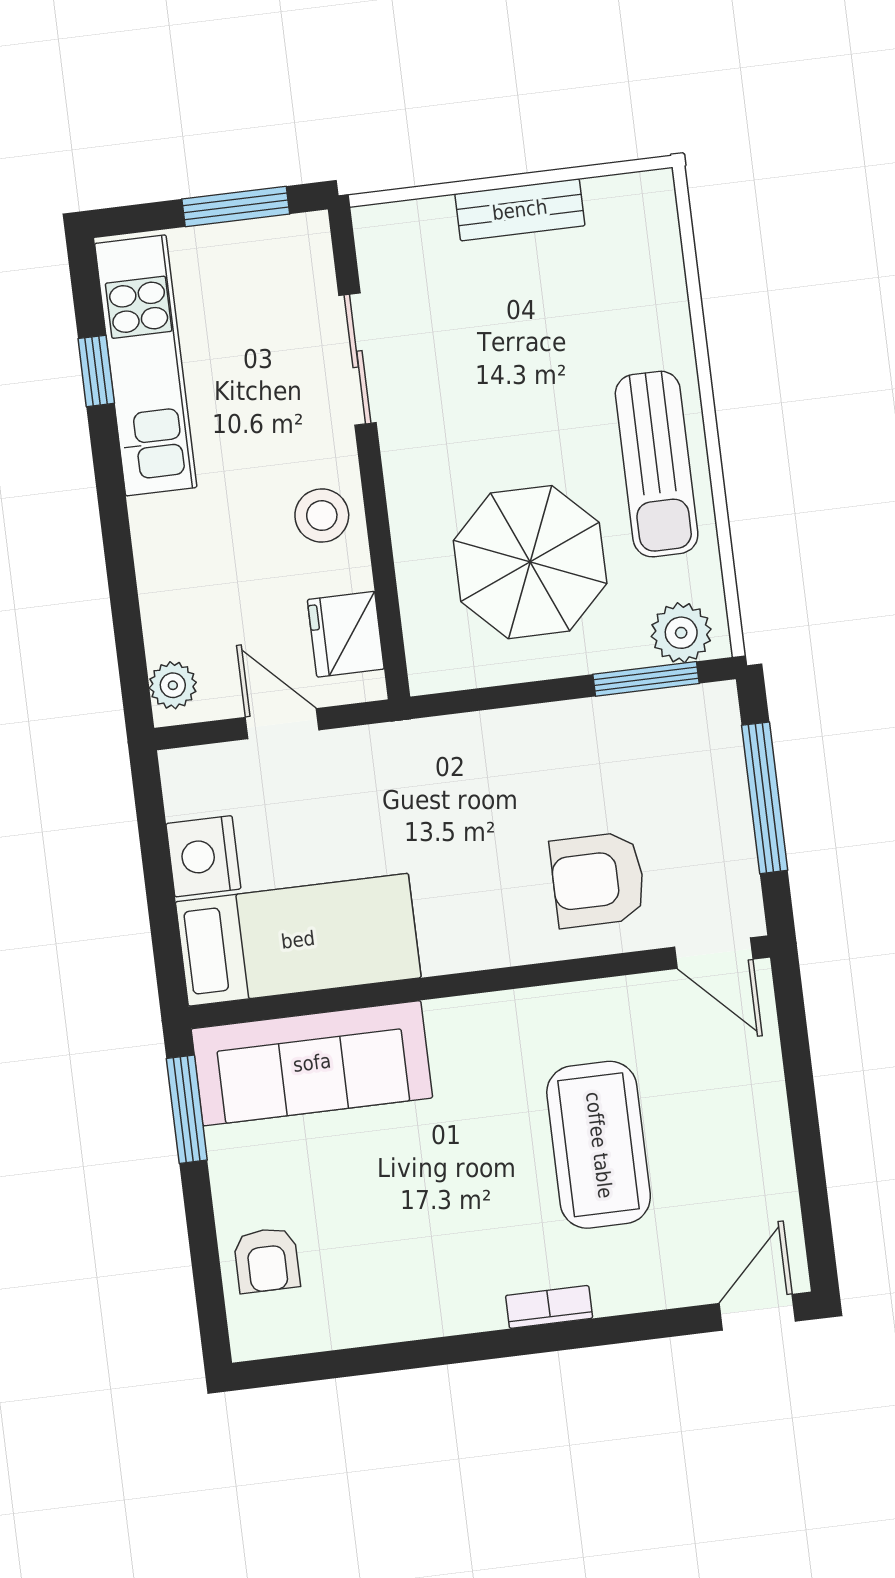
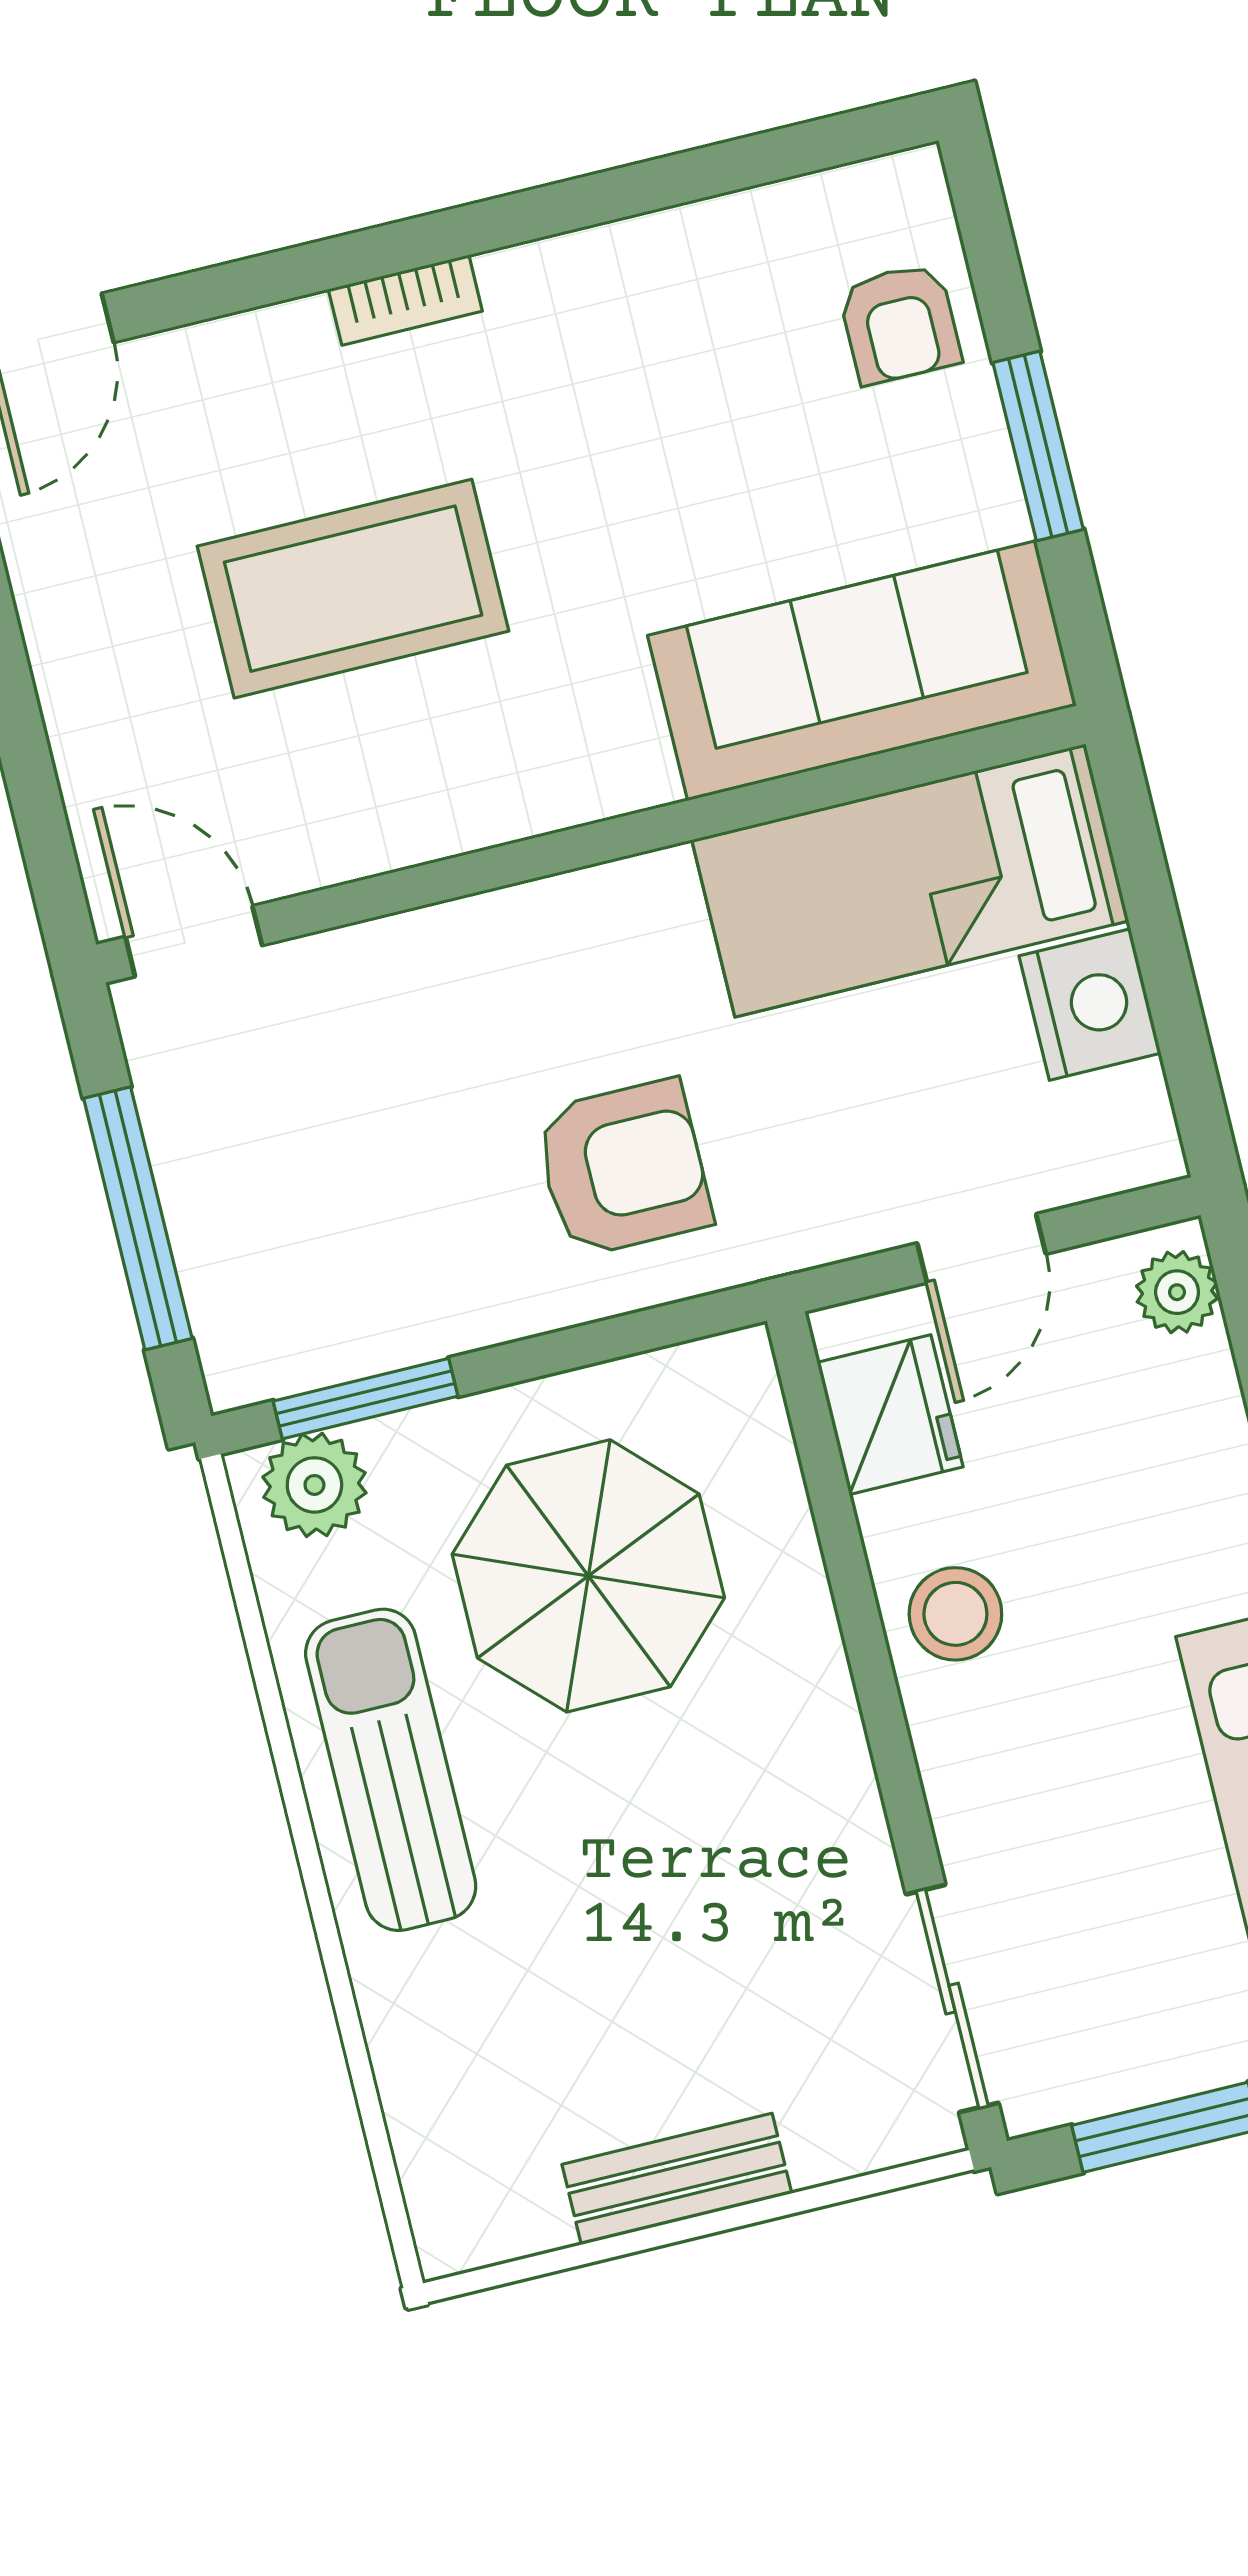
sliding door: (357, 359) -> (952, 1999), moved
door: (282, 724) -> (981, 1248), hinge flipped
armchair: (598, 880) -> (623, 1168), moved
window: (187, 1109) -> (1038, 446), moved
coffee table: (599, 1145) -> (353, 589), turned 90
armchair: (267, 1260) -> (900, 324), turned 180

